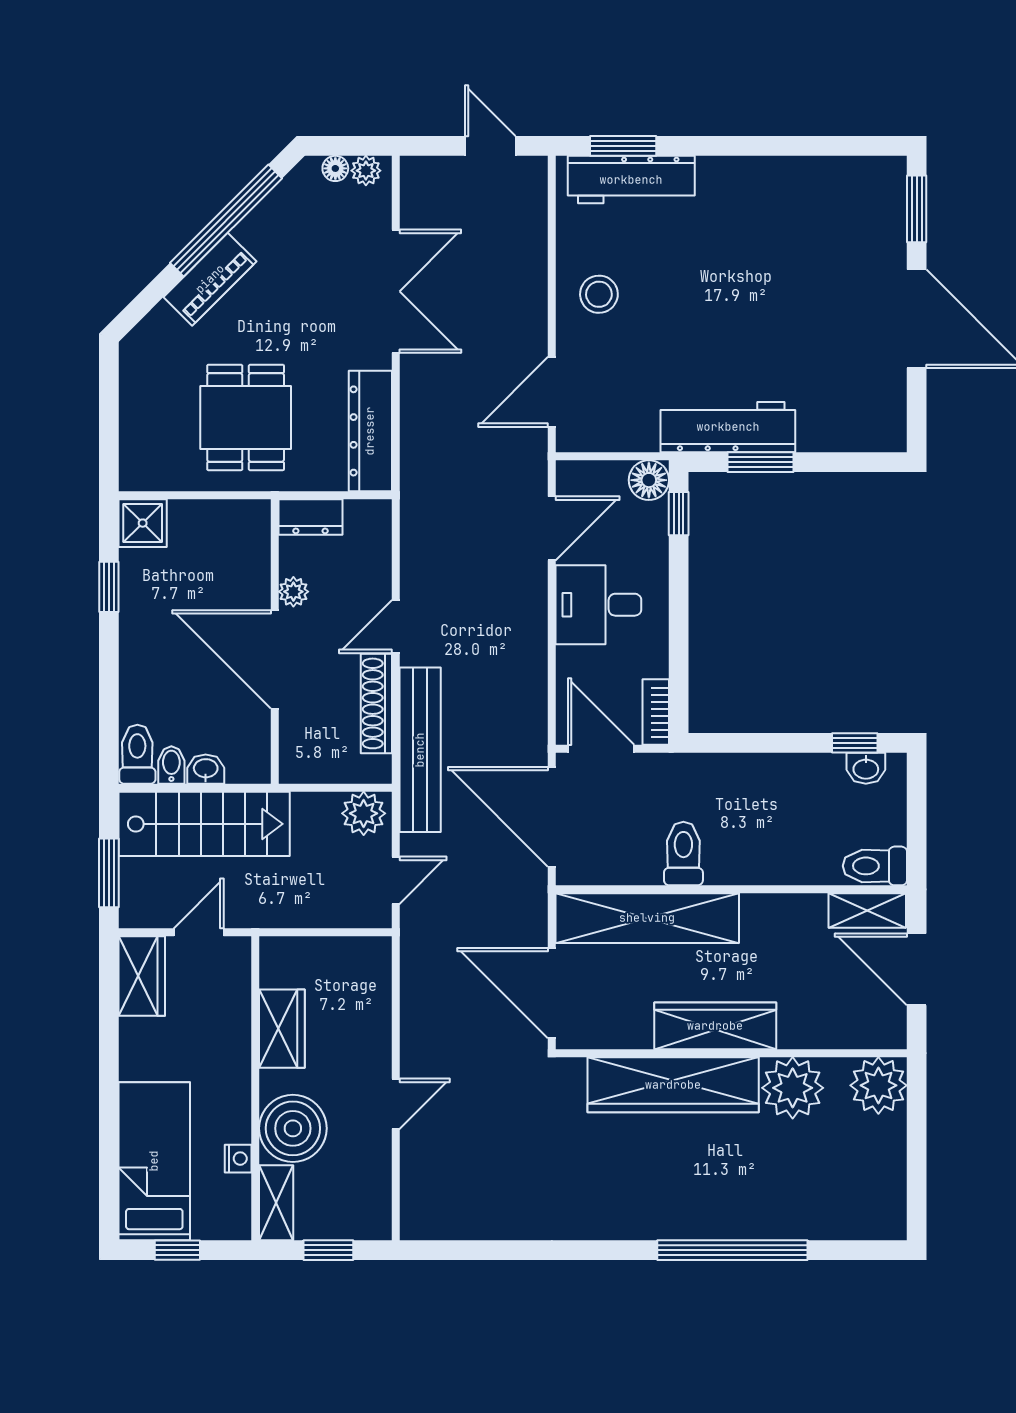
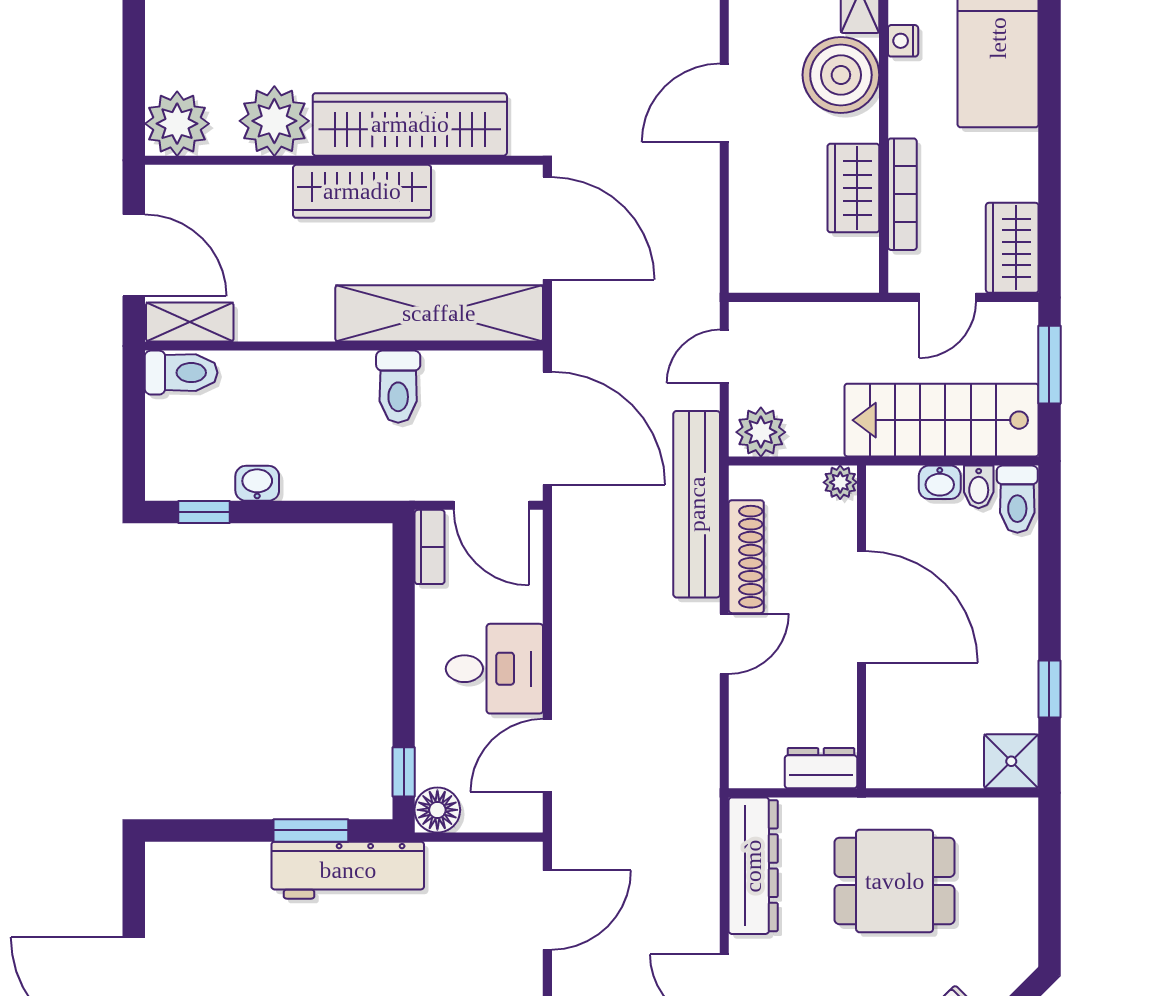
dining table: (246, 417) -> (895, 881), turned 90
plant: (293, 592) -> (840, 482), moved
washbasin: (866, 768) -> (257, 483), moved
bookcase: (239, 1023) -> (902, 194), added
door: (396, 1104) -> (724, 103), width x1.38

